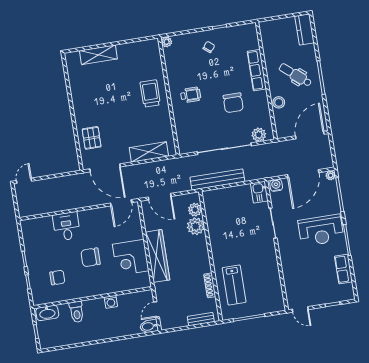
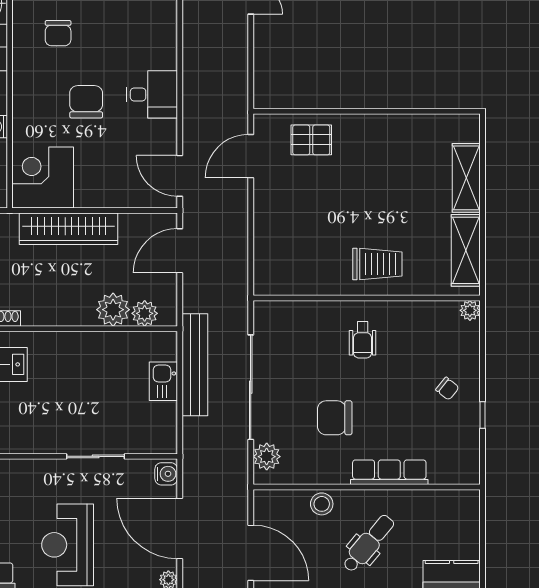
shelving: (149, 152) -> (466, 250), moved
door: (105, 168) -> (251, 156), width x0.73
kitchen sink: (259, 192) -> (163, 381), moved, turned -90
desk: (66, 226) -> (152, 94), moved
corner desk: (131, 257) -> (43, 178), moved

